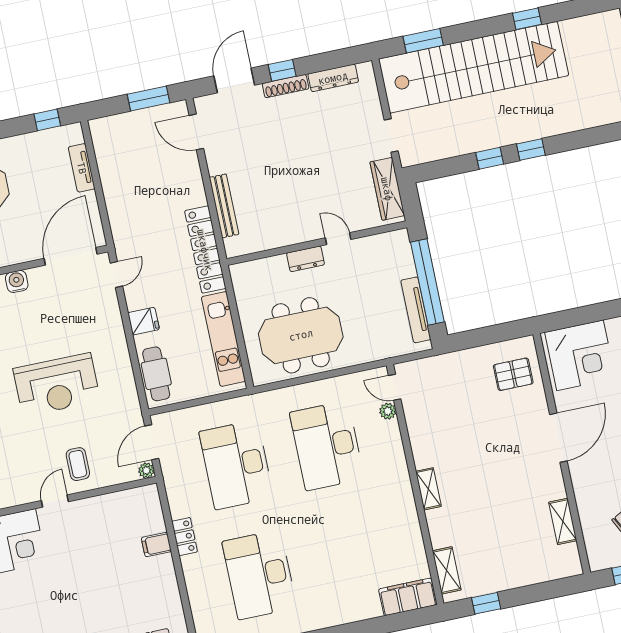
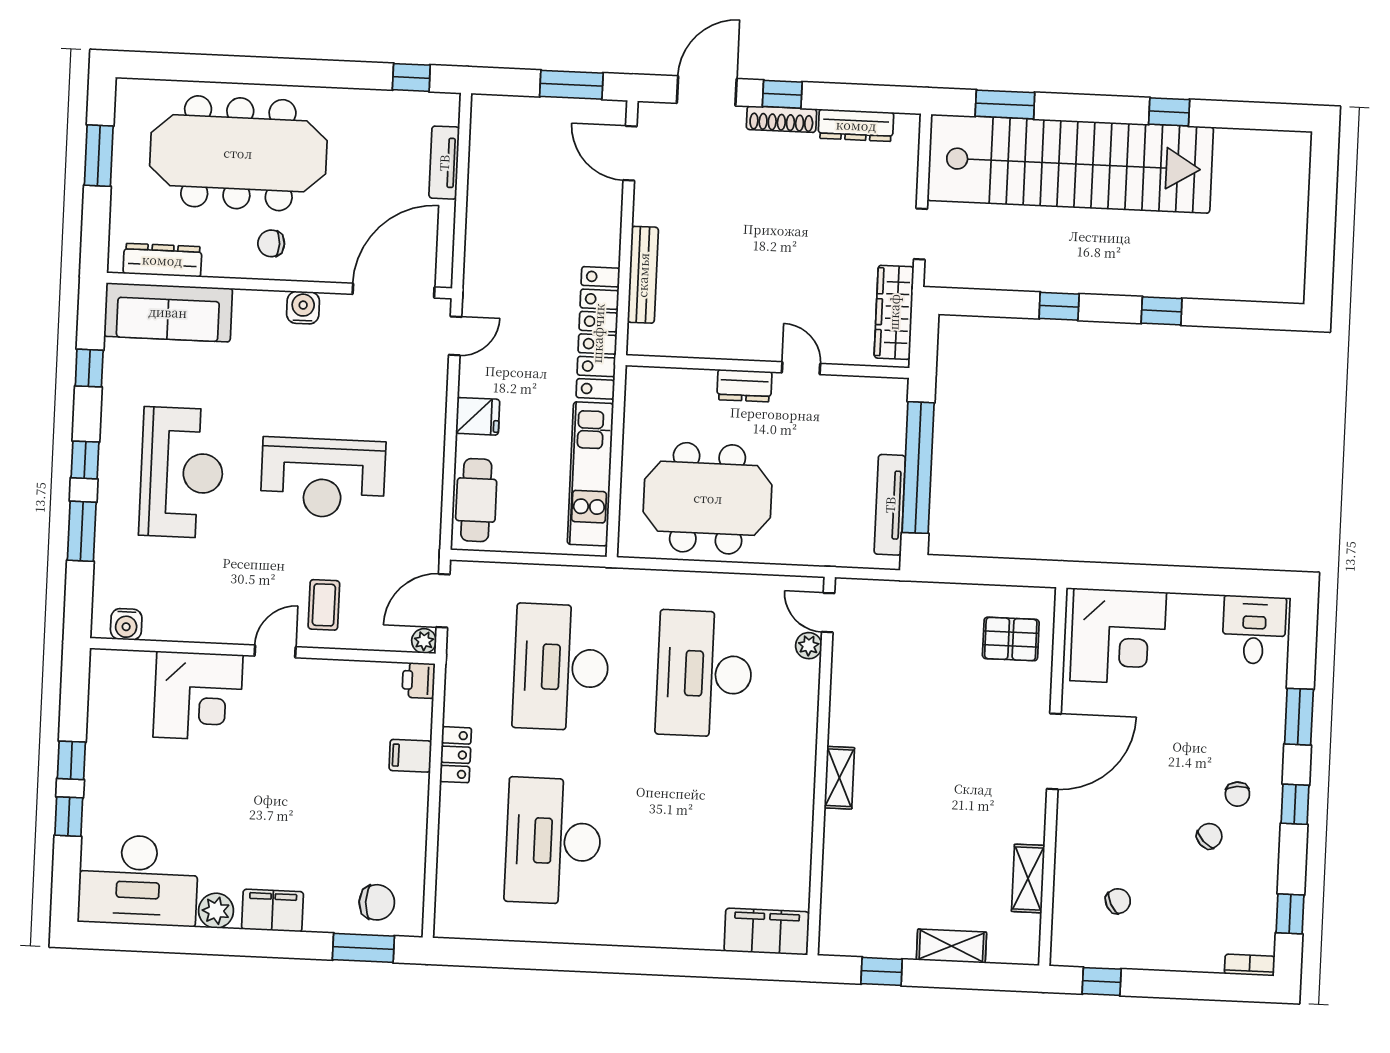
window: (531, 150) -> (1162, 311), moved
printer: (149, 496) -> (419, 680), added
shelving: (447, 570) -> (951, 946), moved, turned 90

